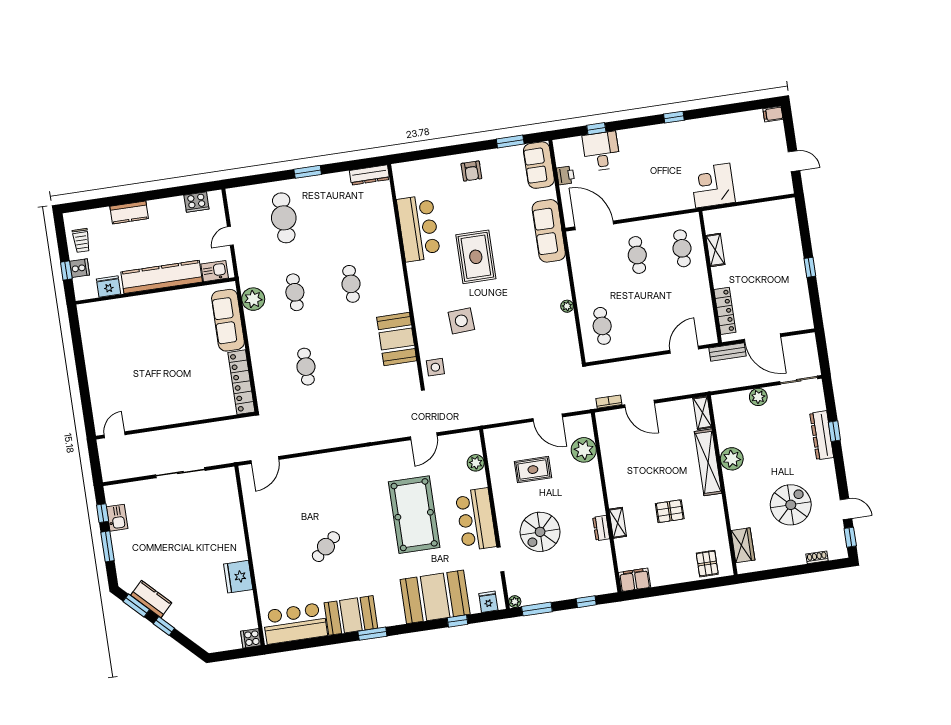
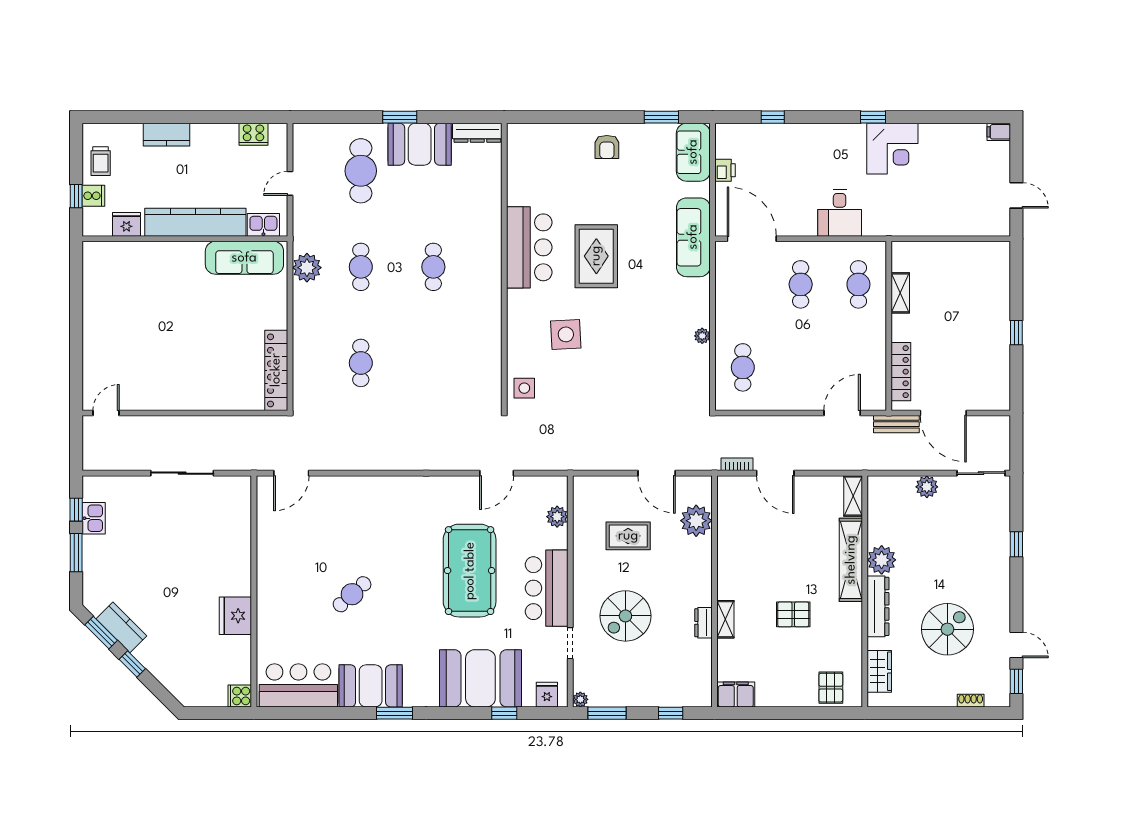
desk: (601, 151) -> (840, 213), moved, turned 180
corner desk: (713, 186) -> (892, 149), moved, turned 180
bar counter: (419, 228) -> (529, 247), moved
sofa: (228, 320) -> (244, 258), moved, turned -90
booth: (397, 339) -> (420, 144), moved, turned 90
dresser: (822, 435) -> (878, 606), moved, turned 180

